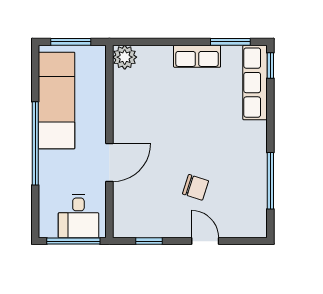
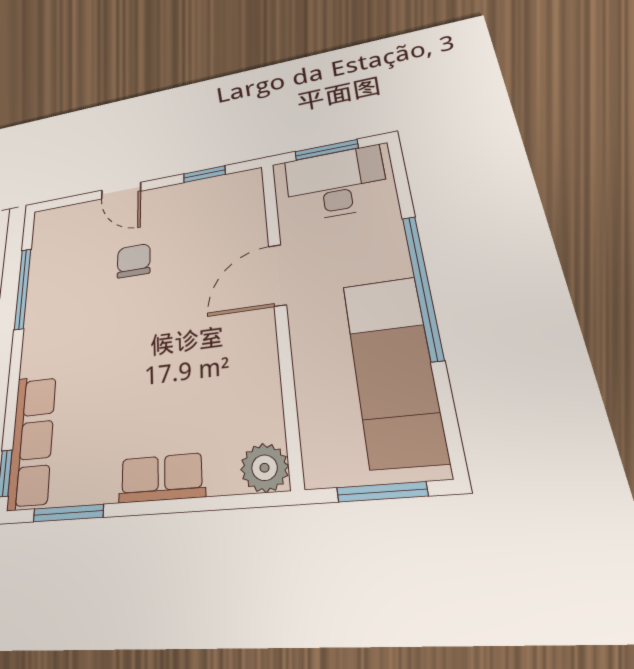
row of seats: (197, 56) -> (161, 478), moved
chair: (196, 187) -> (134, 261), turned 72
desk: (78, 216) -> (335, 183), width x1.37
window: (73, 241) -> (326, 150), width x0.69

